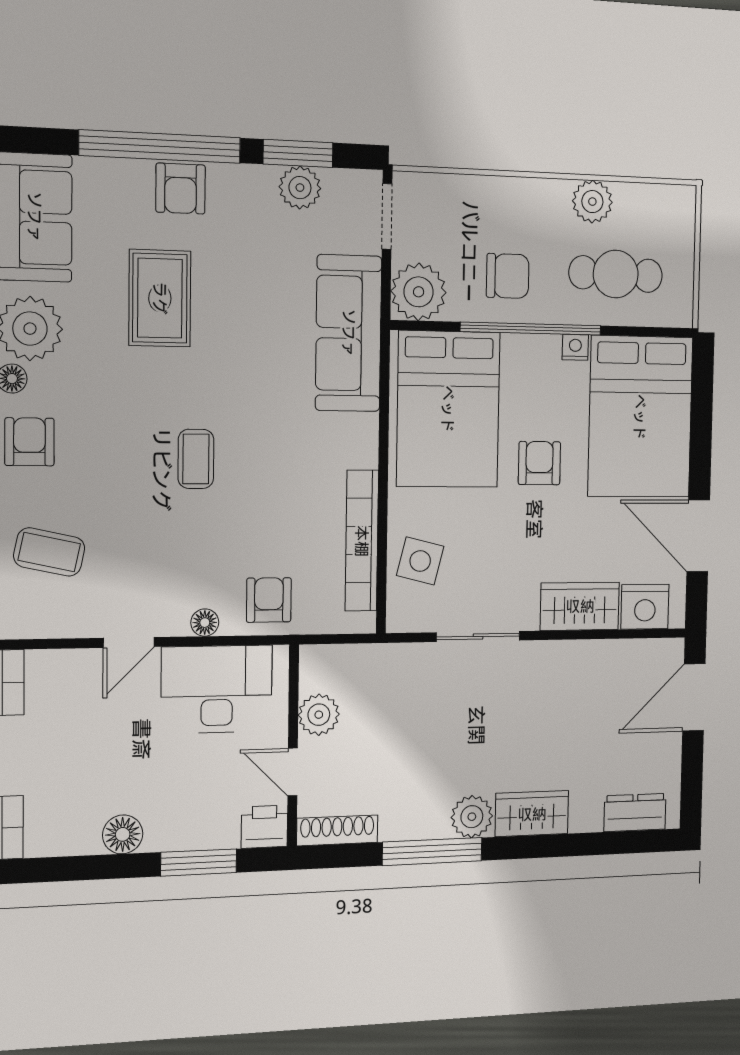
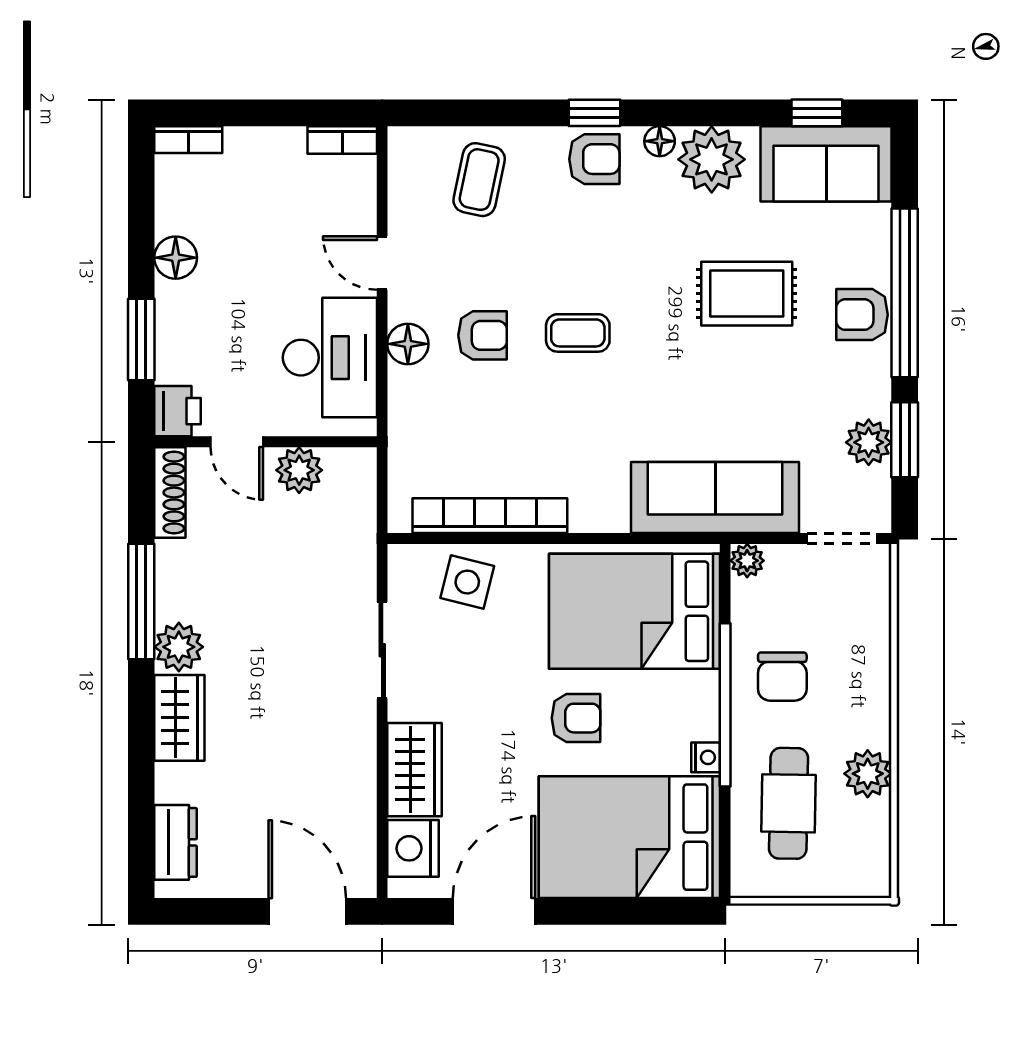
plant: (419, 292) -> (747, 561), width x0.53, depth x0.53
armchair: (269, 600) -> (483, 335), moved
floor lamp: (205, 623) -> (408, 344), width x1.37, depth x1.37
door: (293, 772) -> (237, 442), swing flipped

